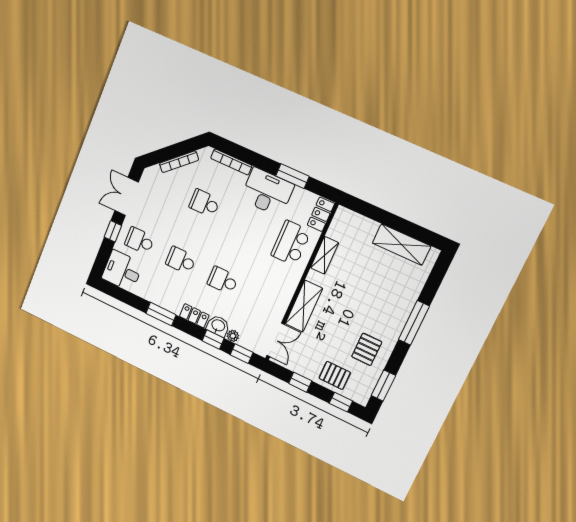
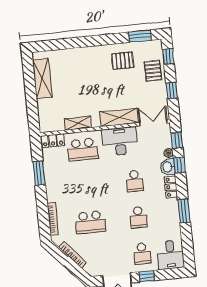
desk: (267, 192) -> (120, 141), moved, turned 90
school desk: (204, 203) -> (90, 222), width x1.85
window: (414, 323) -> (87, 42), removed

